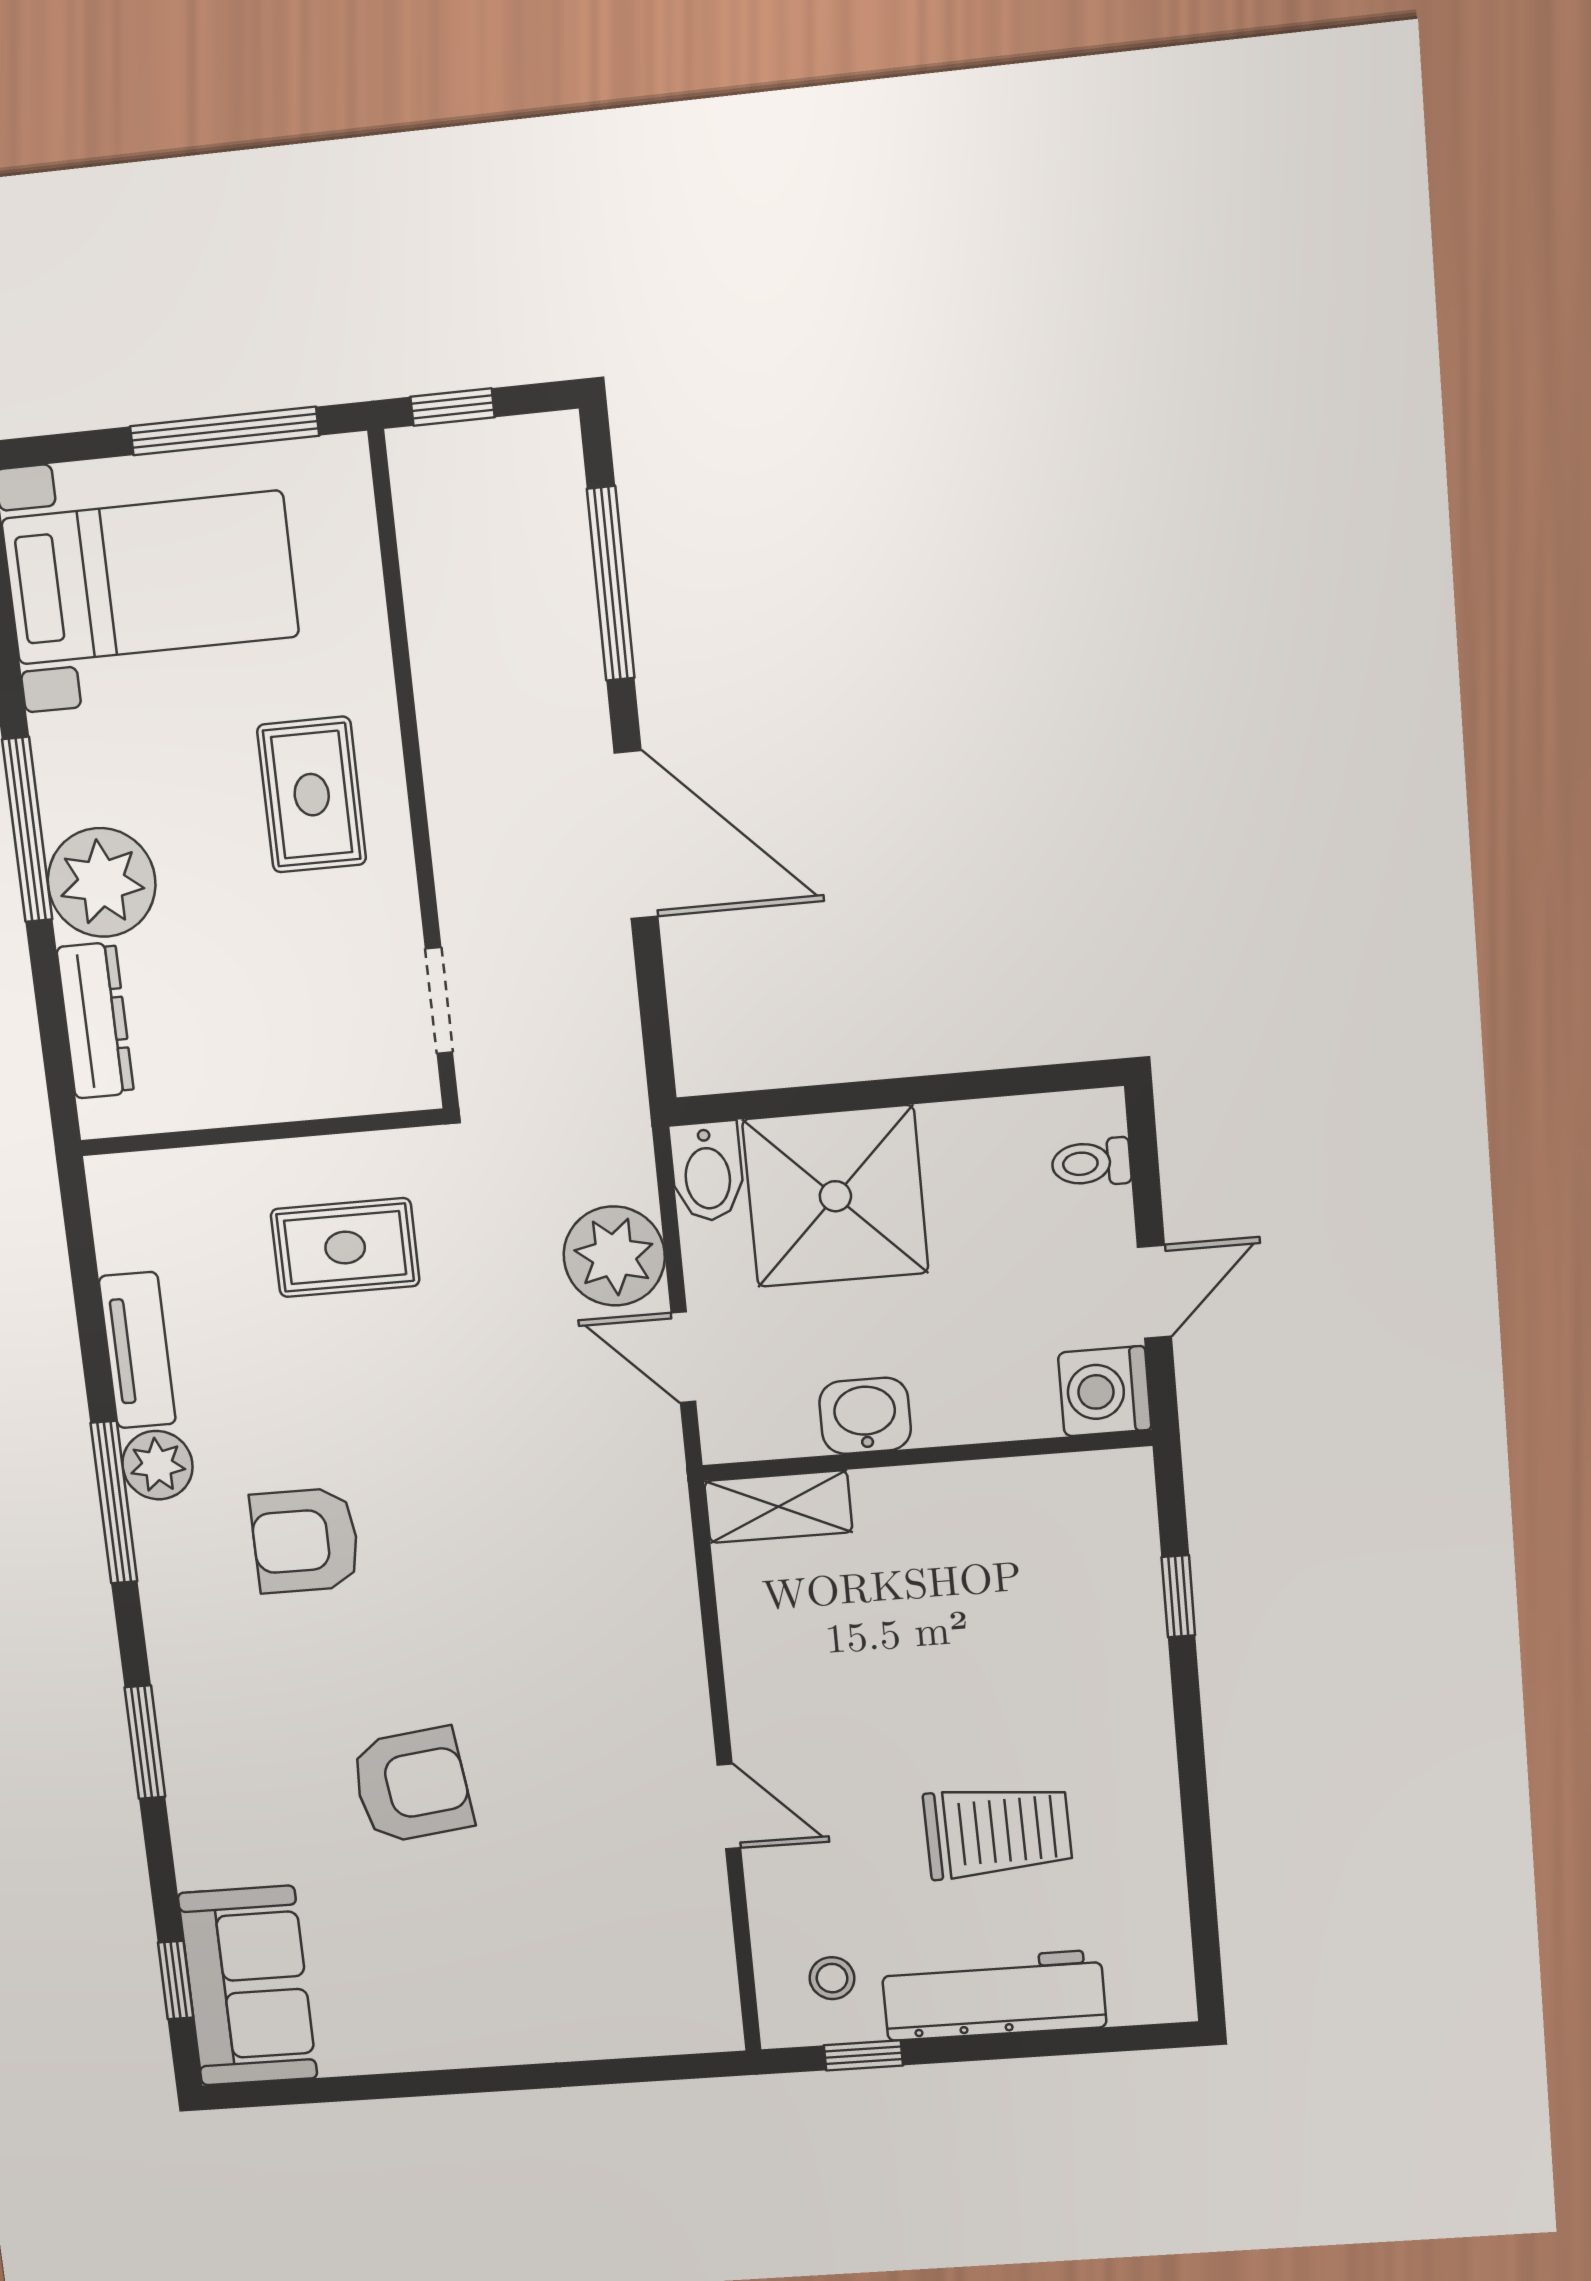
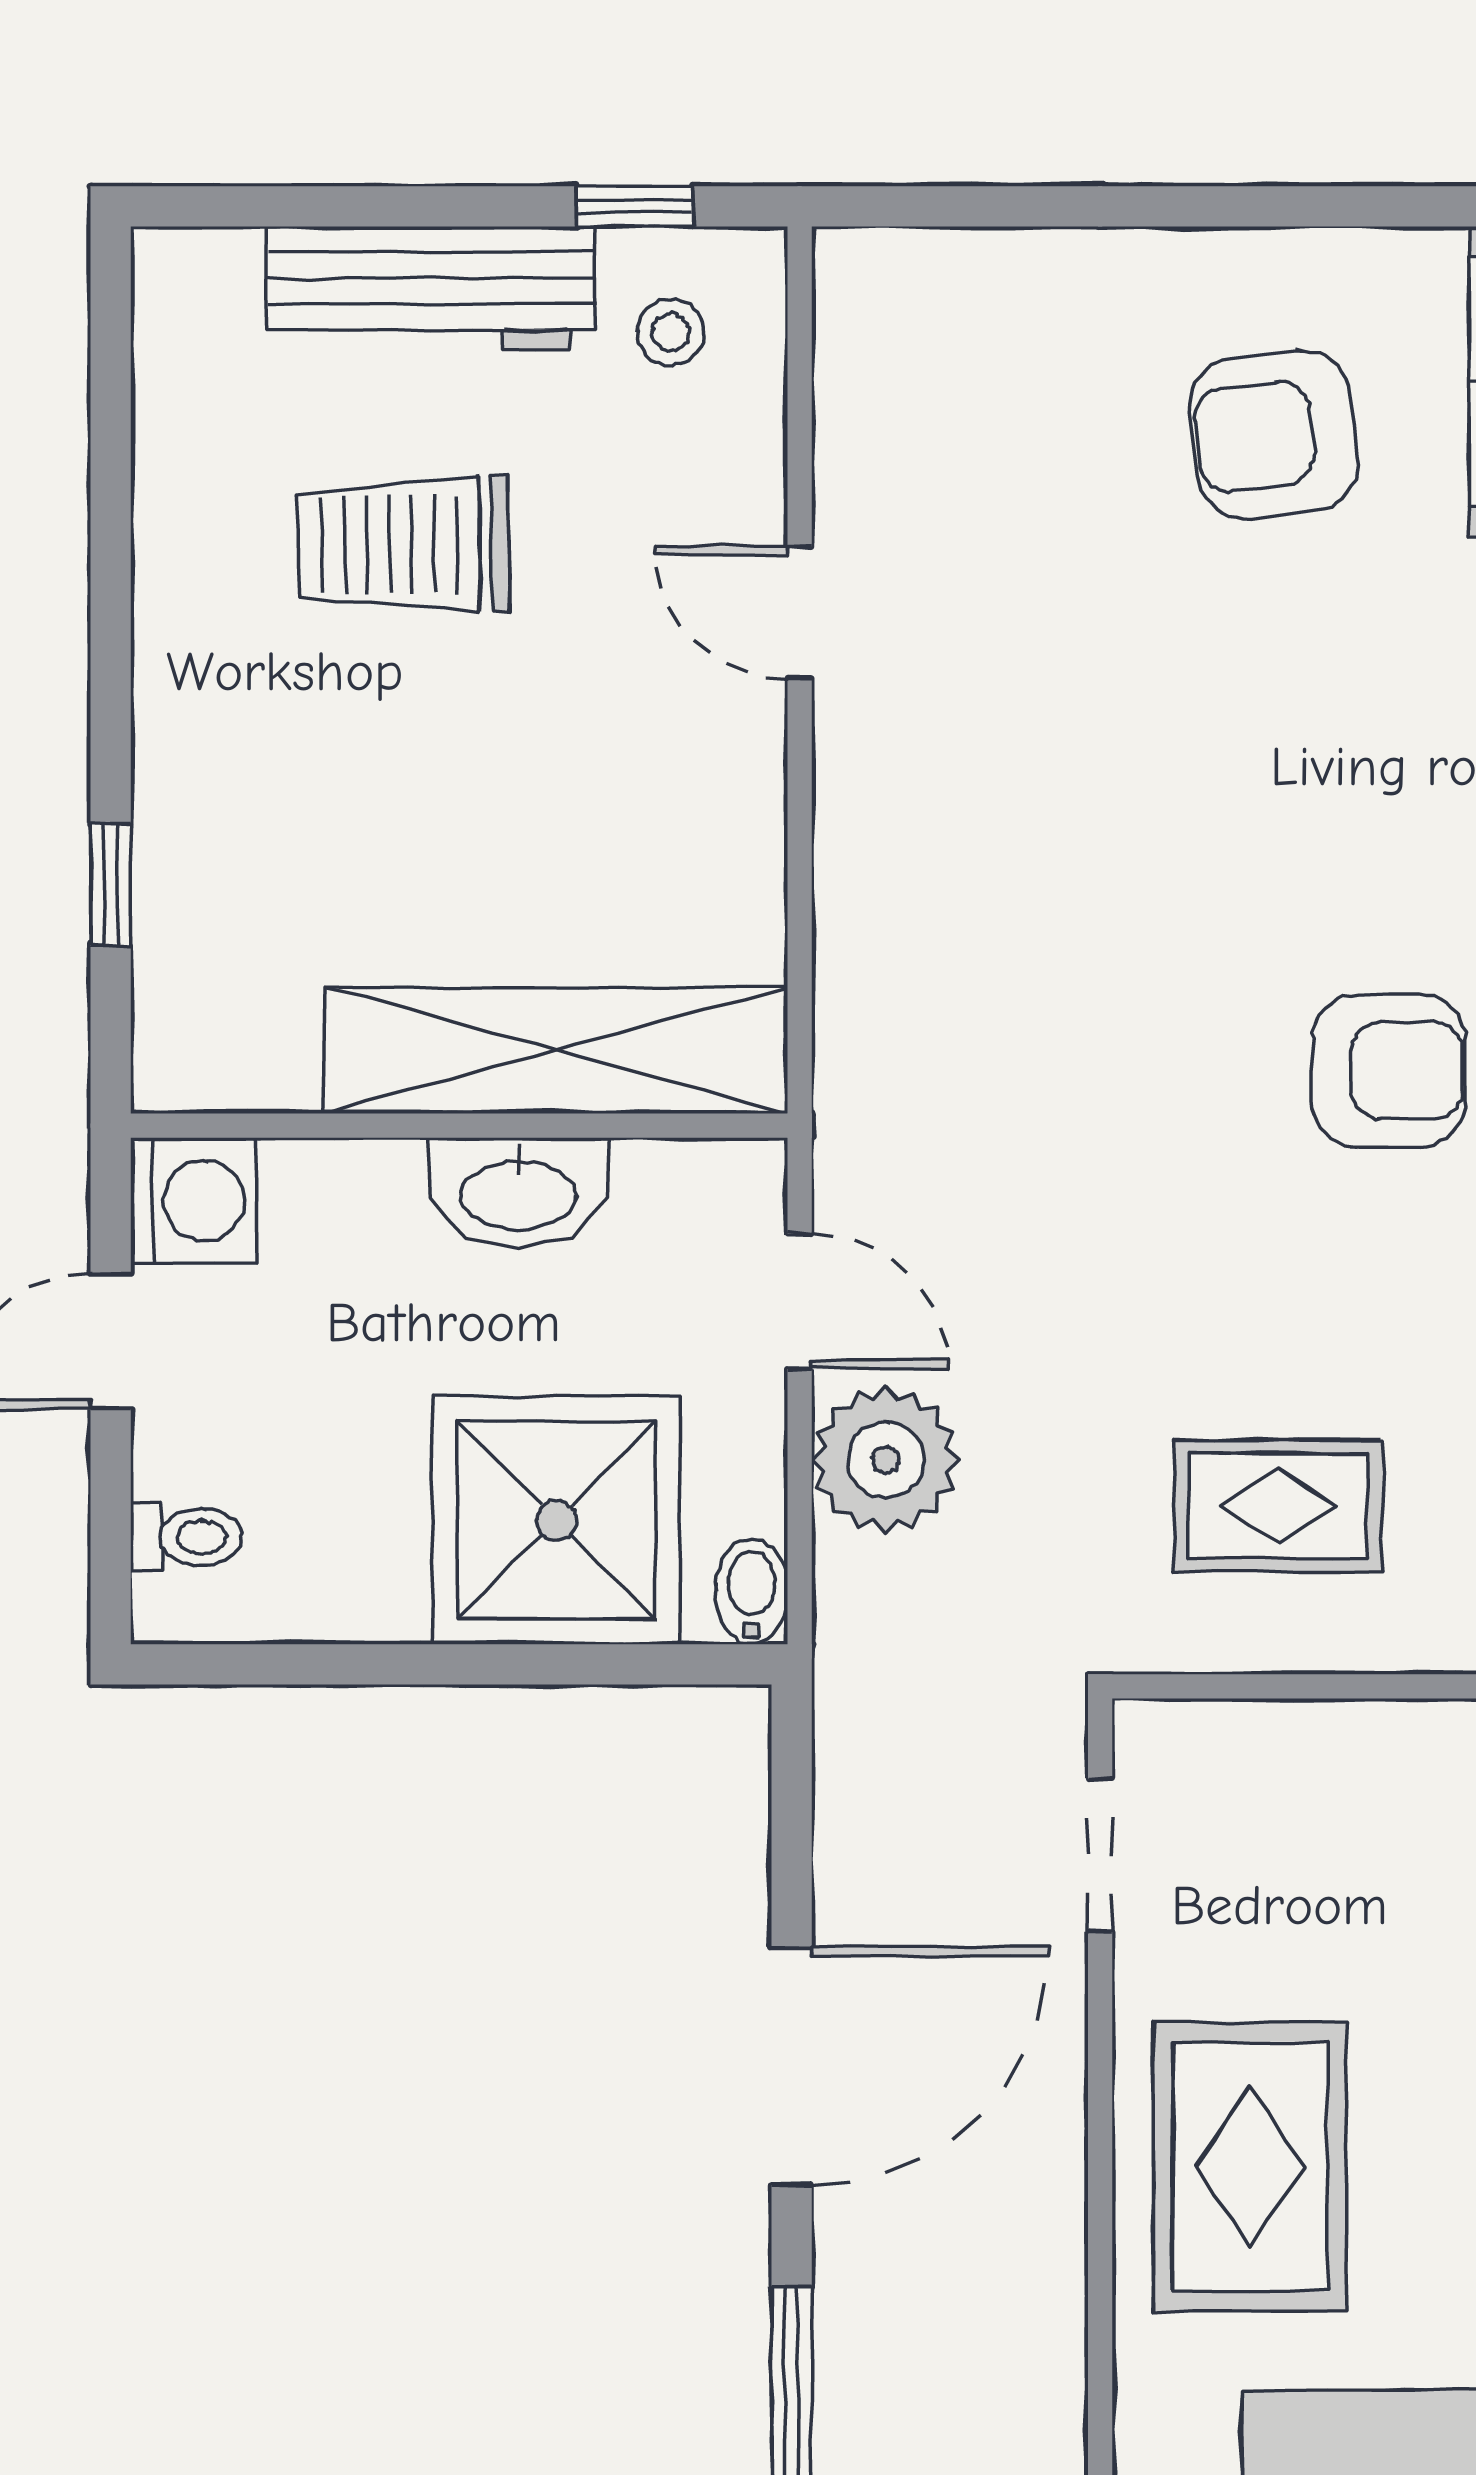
rug: (312, 795) -> (1250, 2166), width x1.36, depth x1.43
door: (636, 835) -> (792, 2066), swing flipped
bidet: (707, 1171) -> (752, 1591), width x0.72, depth x0.74
washbasin: (865, 1416) -> (518, 1192), width x1.38
shelving: (778, 1507) -> (556, 1050), width x2.20, depth x1.33
armchair: (412, 1785) -> (1273, 434), moved

